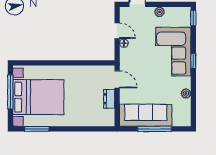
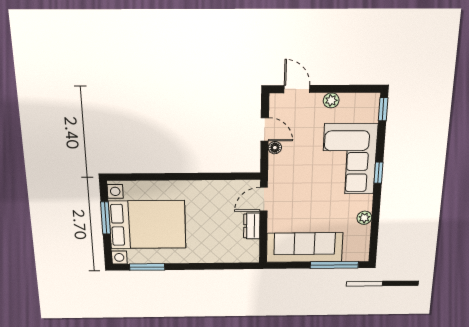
door: (117, 79) -> (264, 199), swing flipped
window: (10, 92) -> (105, 218), width x0.69
window: (155, 129) -> (334, 265), moved

